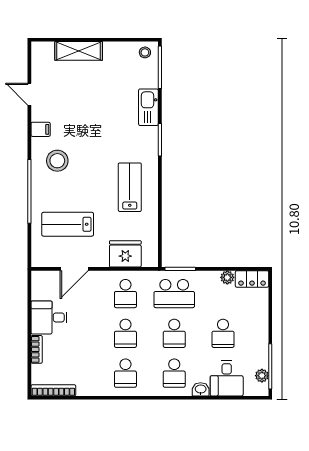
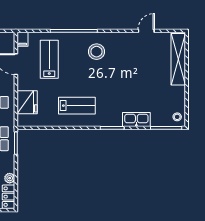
shelving: (79, 51) -> (178, 59), width x1.47
filing cabinet: (41, 129) -> (23, 39), moved

